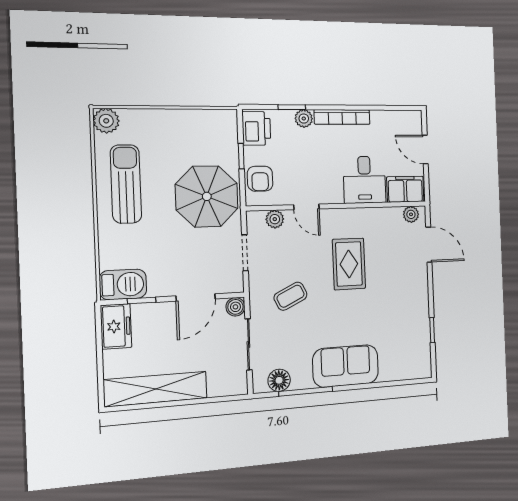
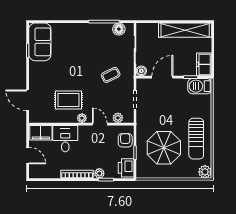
parasol: (207, 196) -> (164, 148), moved
plant: (411, 214) -> (82, 118), moved
rug: (349, 264) -> (68, 100), moved, turned 90
sofa: (346, 366) -> (40, 42), moved, turned -90

